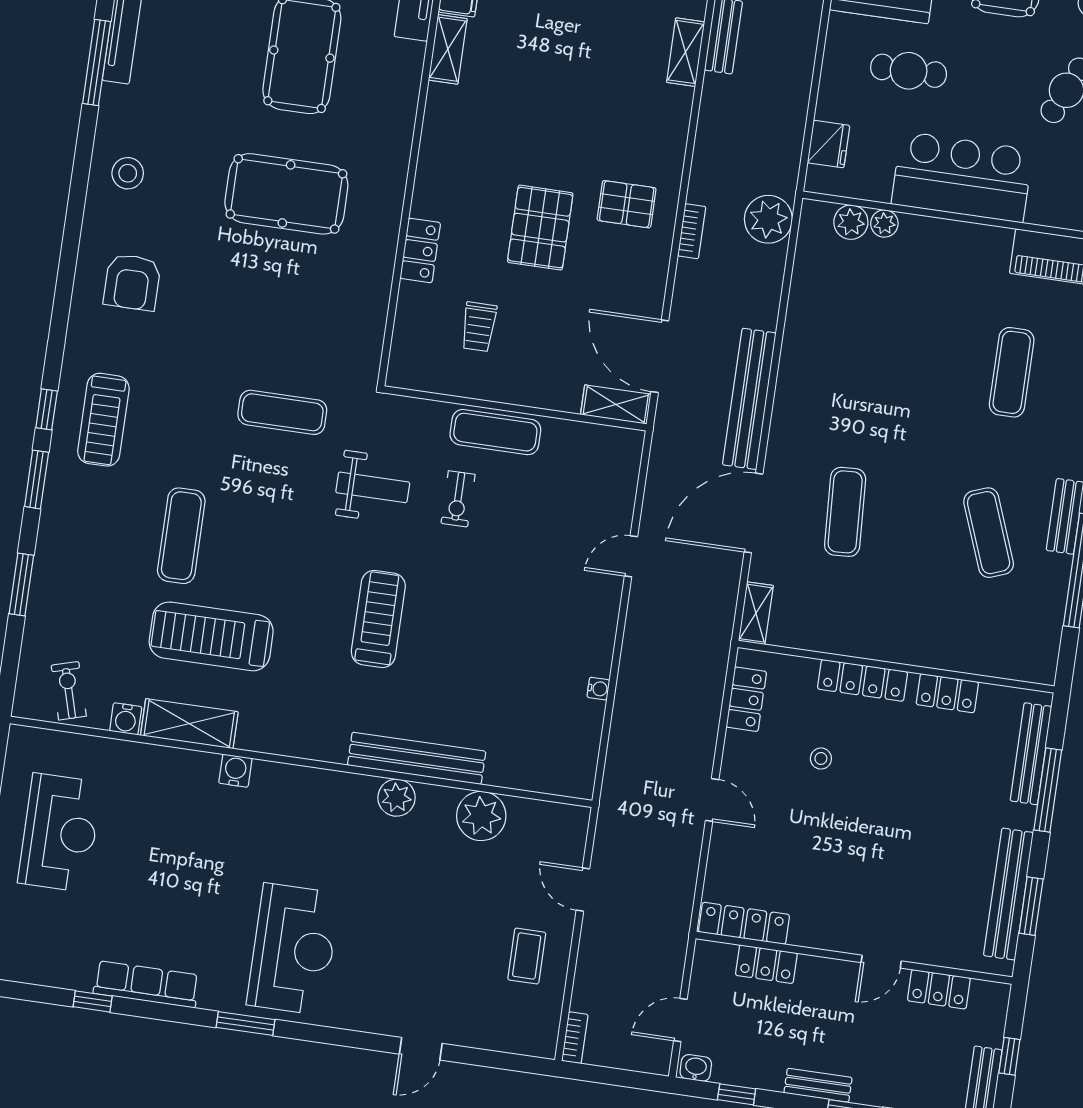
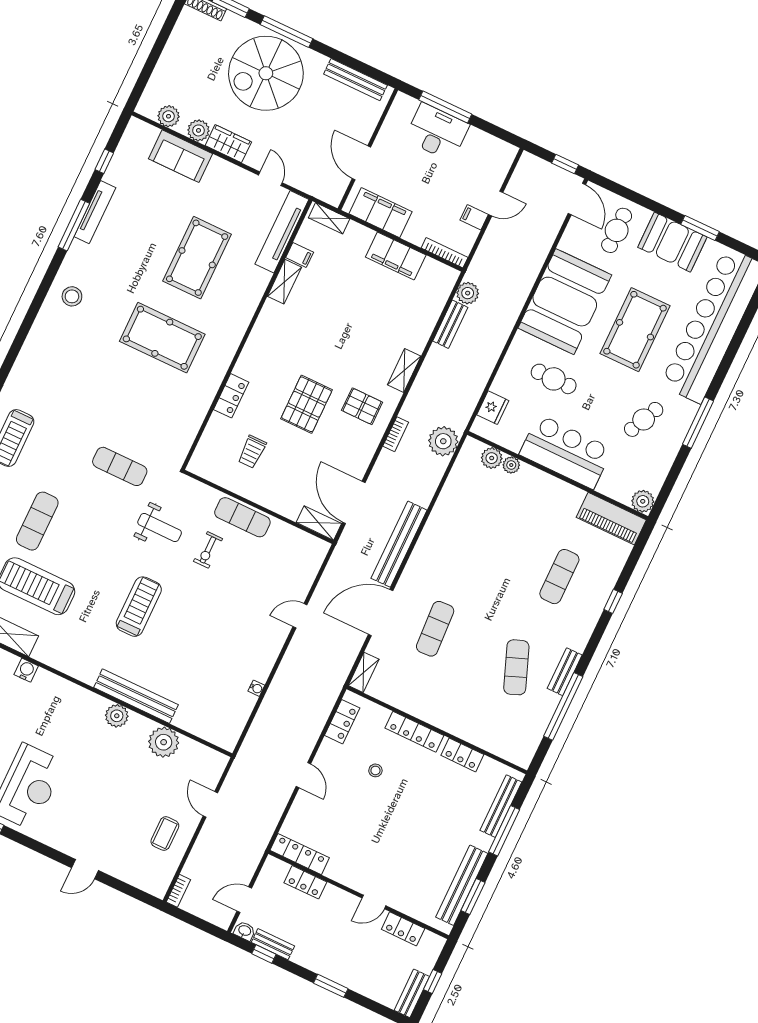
shelving: (686, 52) -> (404, 371), moved
armchair: (132, 282) -> (55, 362), removed
bench: (818, 1085) -> (273, 944), moved

